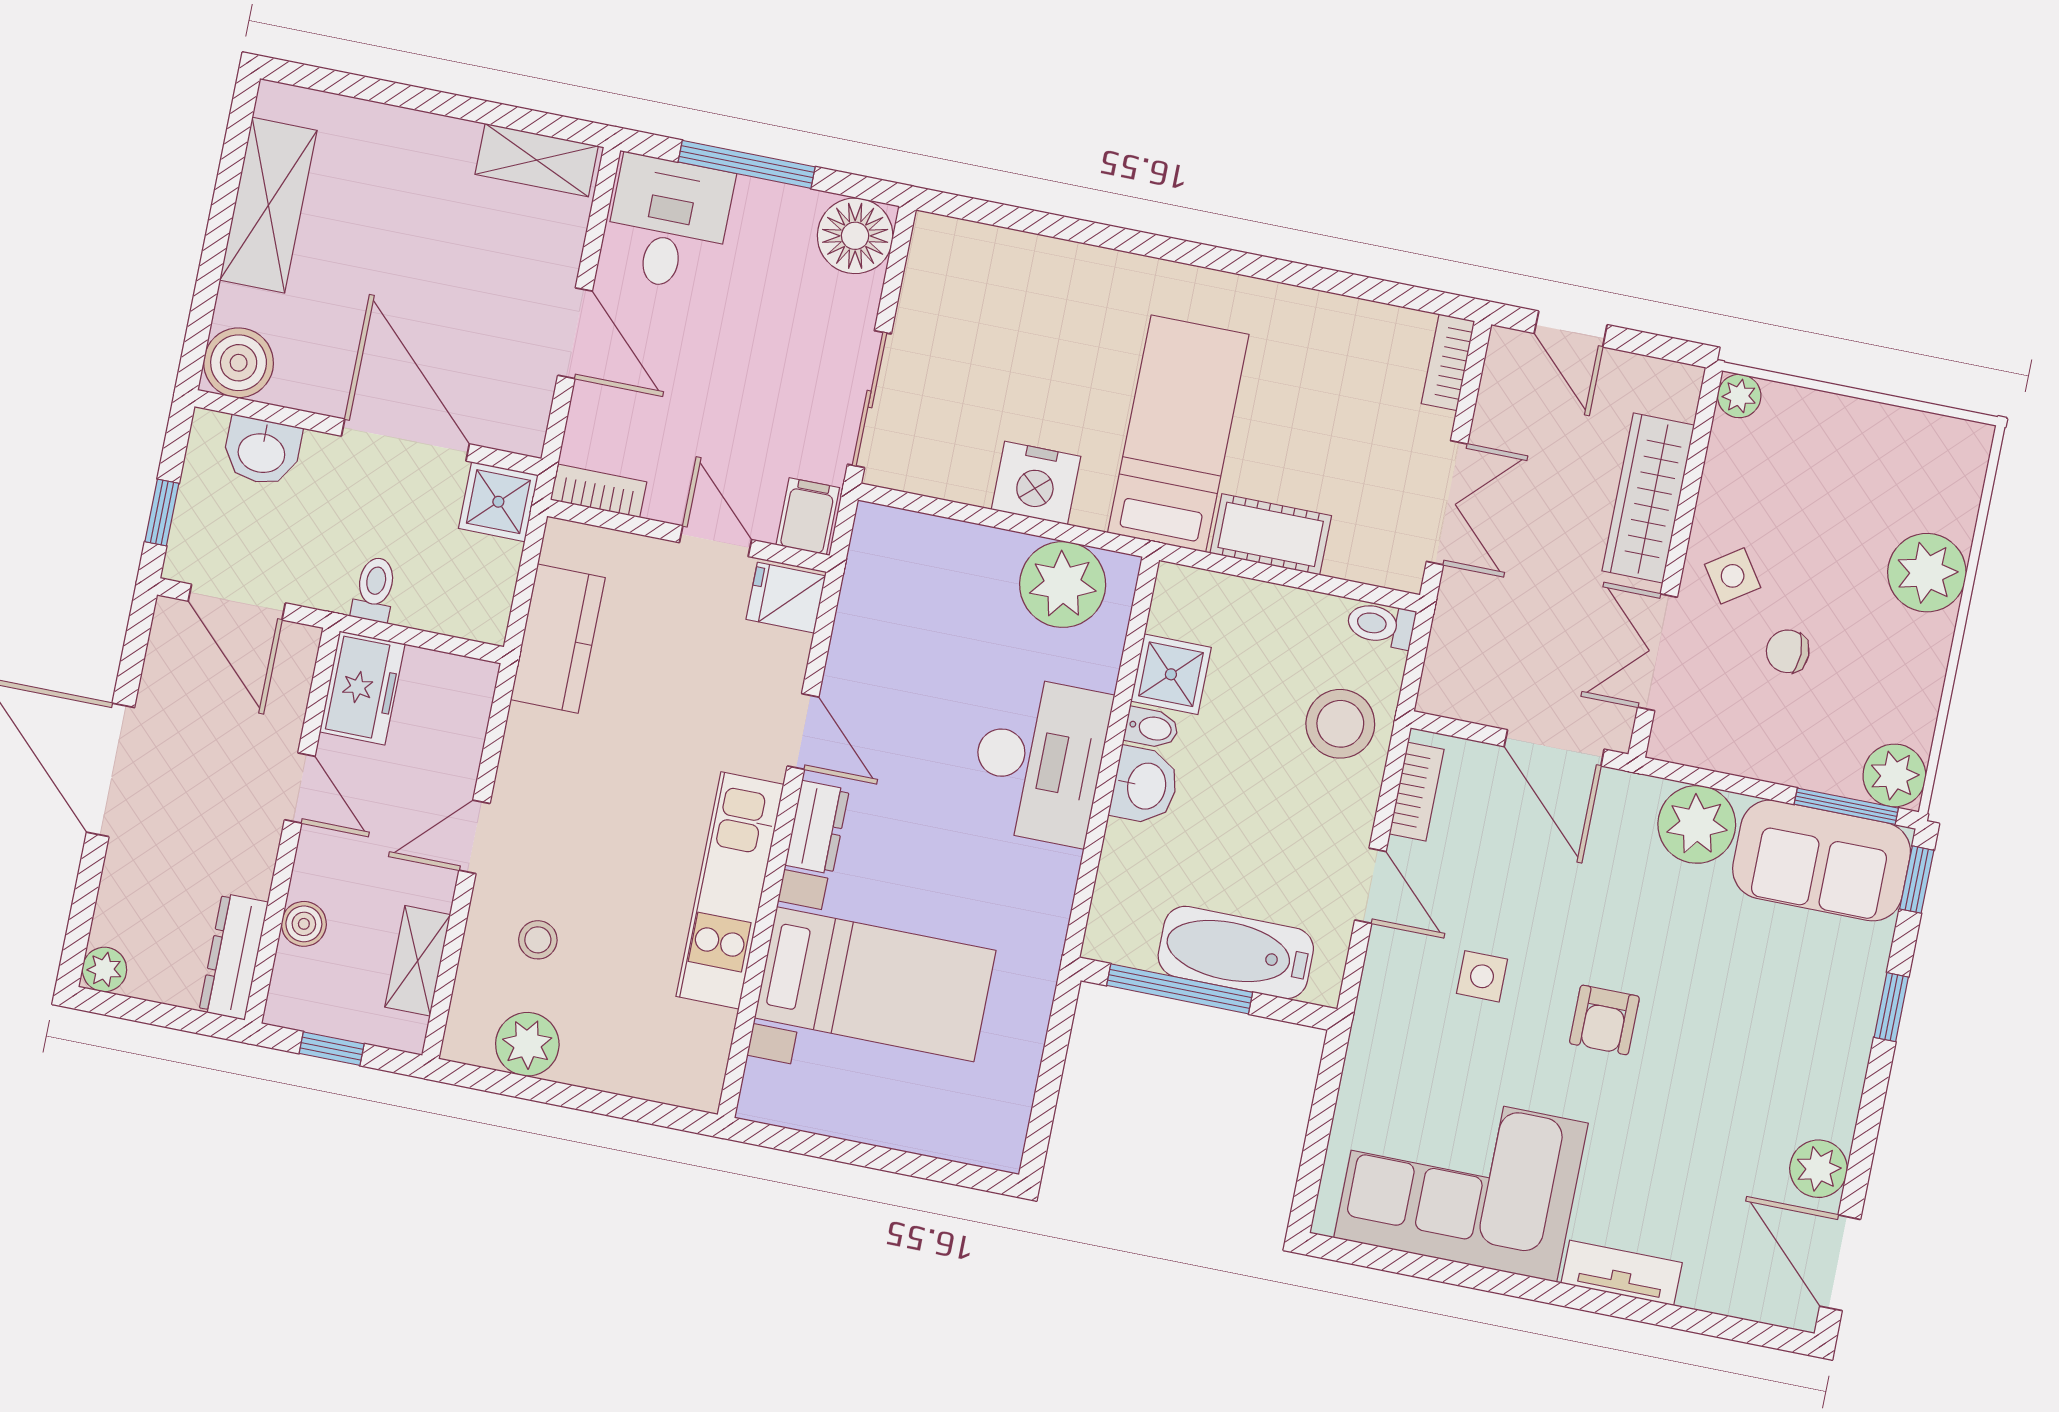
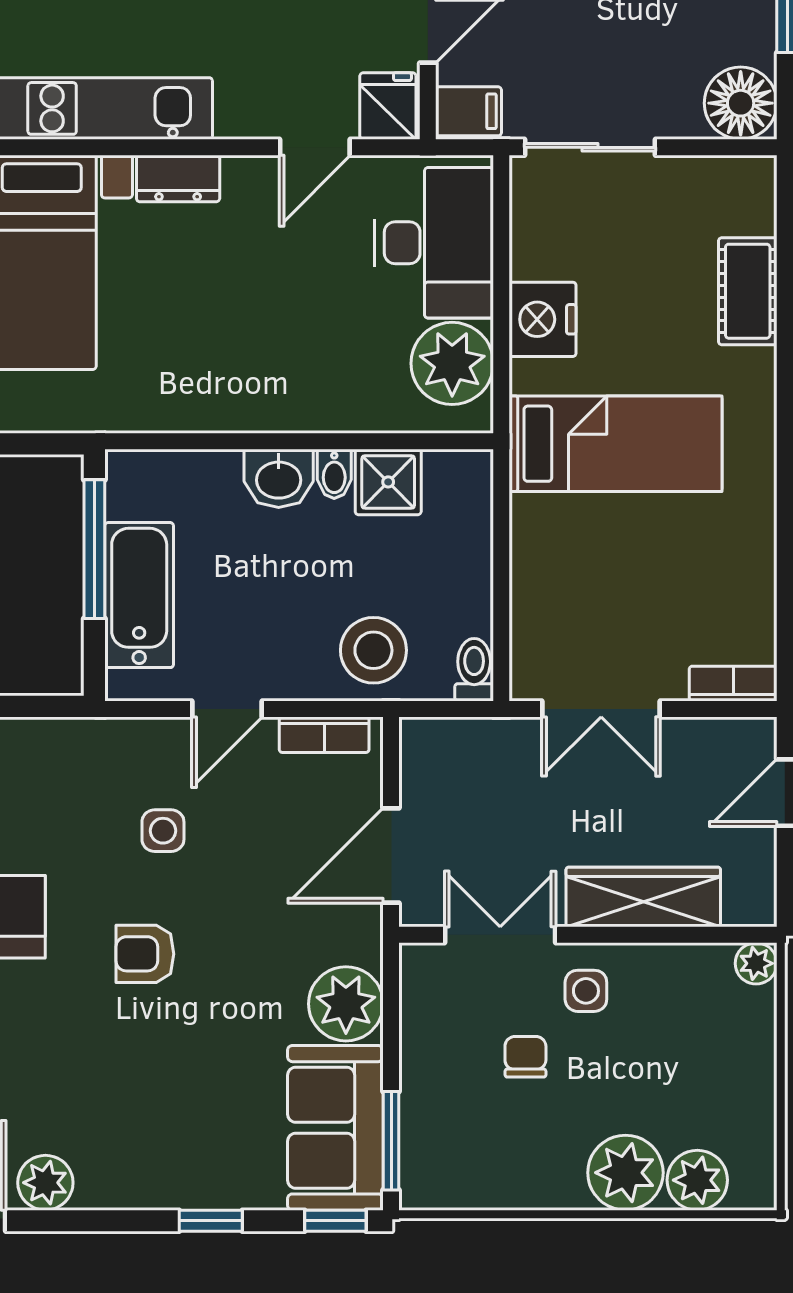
cot: (1271, 534) -> (748, 291), moved
side table: (1733, 576) -> (586, 991), turned 34
door: (803, 732) -> (315, 147), moved
desk: (1039, 760) -> (434, 243), moved, turned -90
plant: (1894, 775) -> (697, 1180), moved

